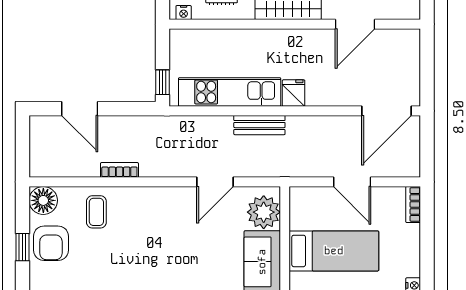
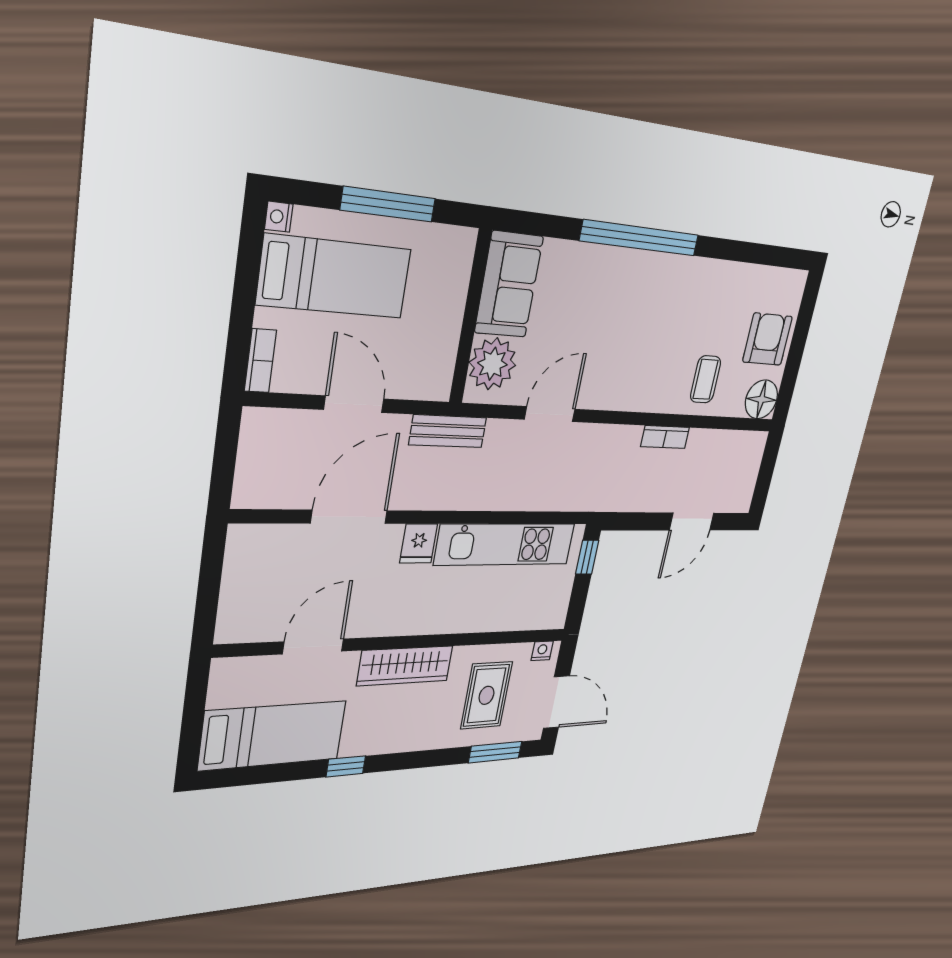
door: (80, 109) -> (692, 521), swing flipped
door: (386, 111) -> (349, 517), moved
bench: (259, 125) -> (448, 431), moved
window: (23, 247) -> (800, 337), removed
bed: (334, 251) -> (335, 277), moved, turned 180

